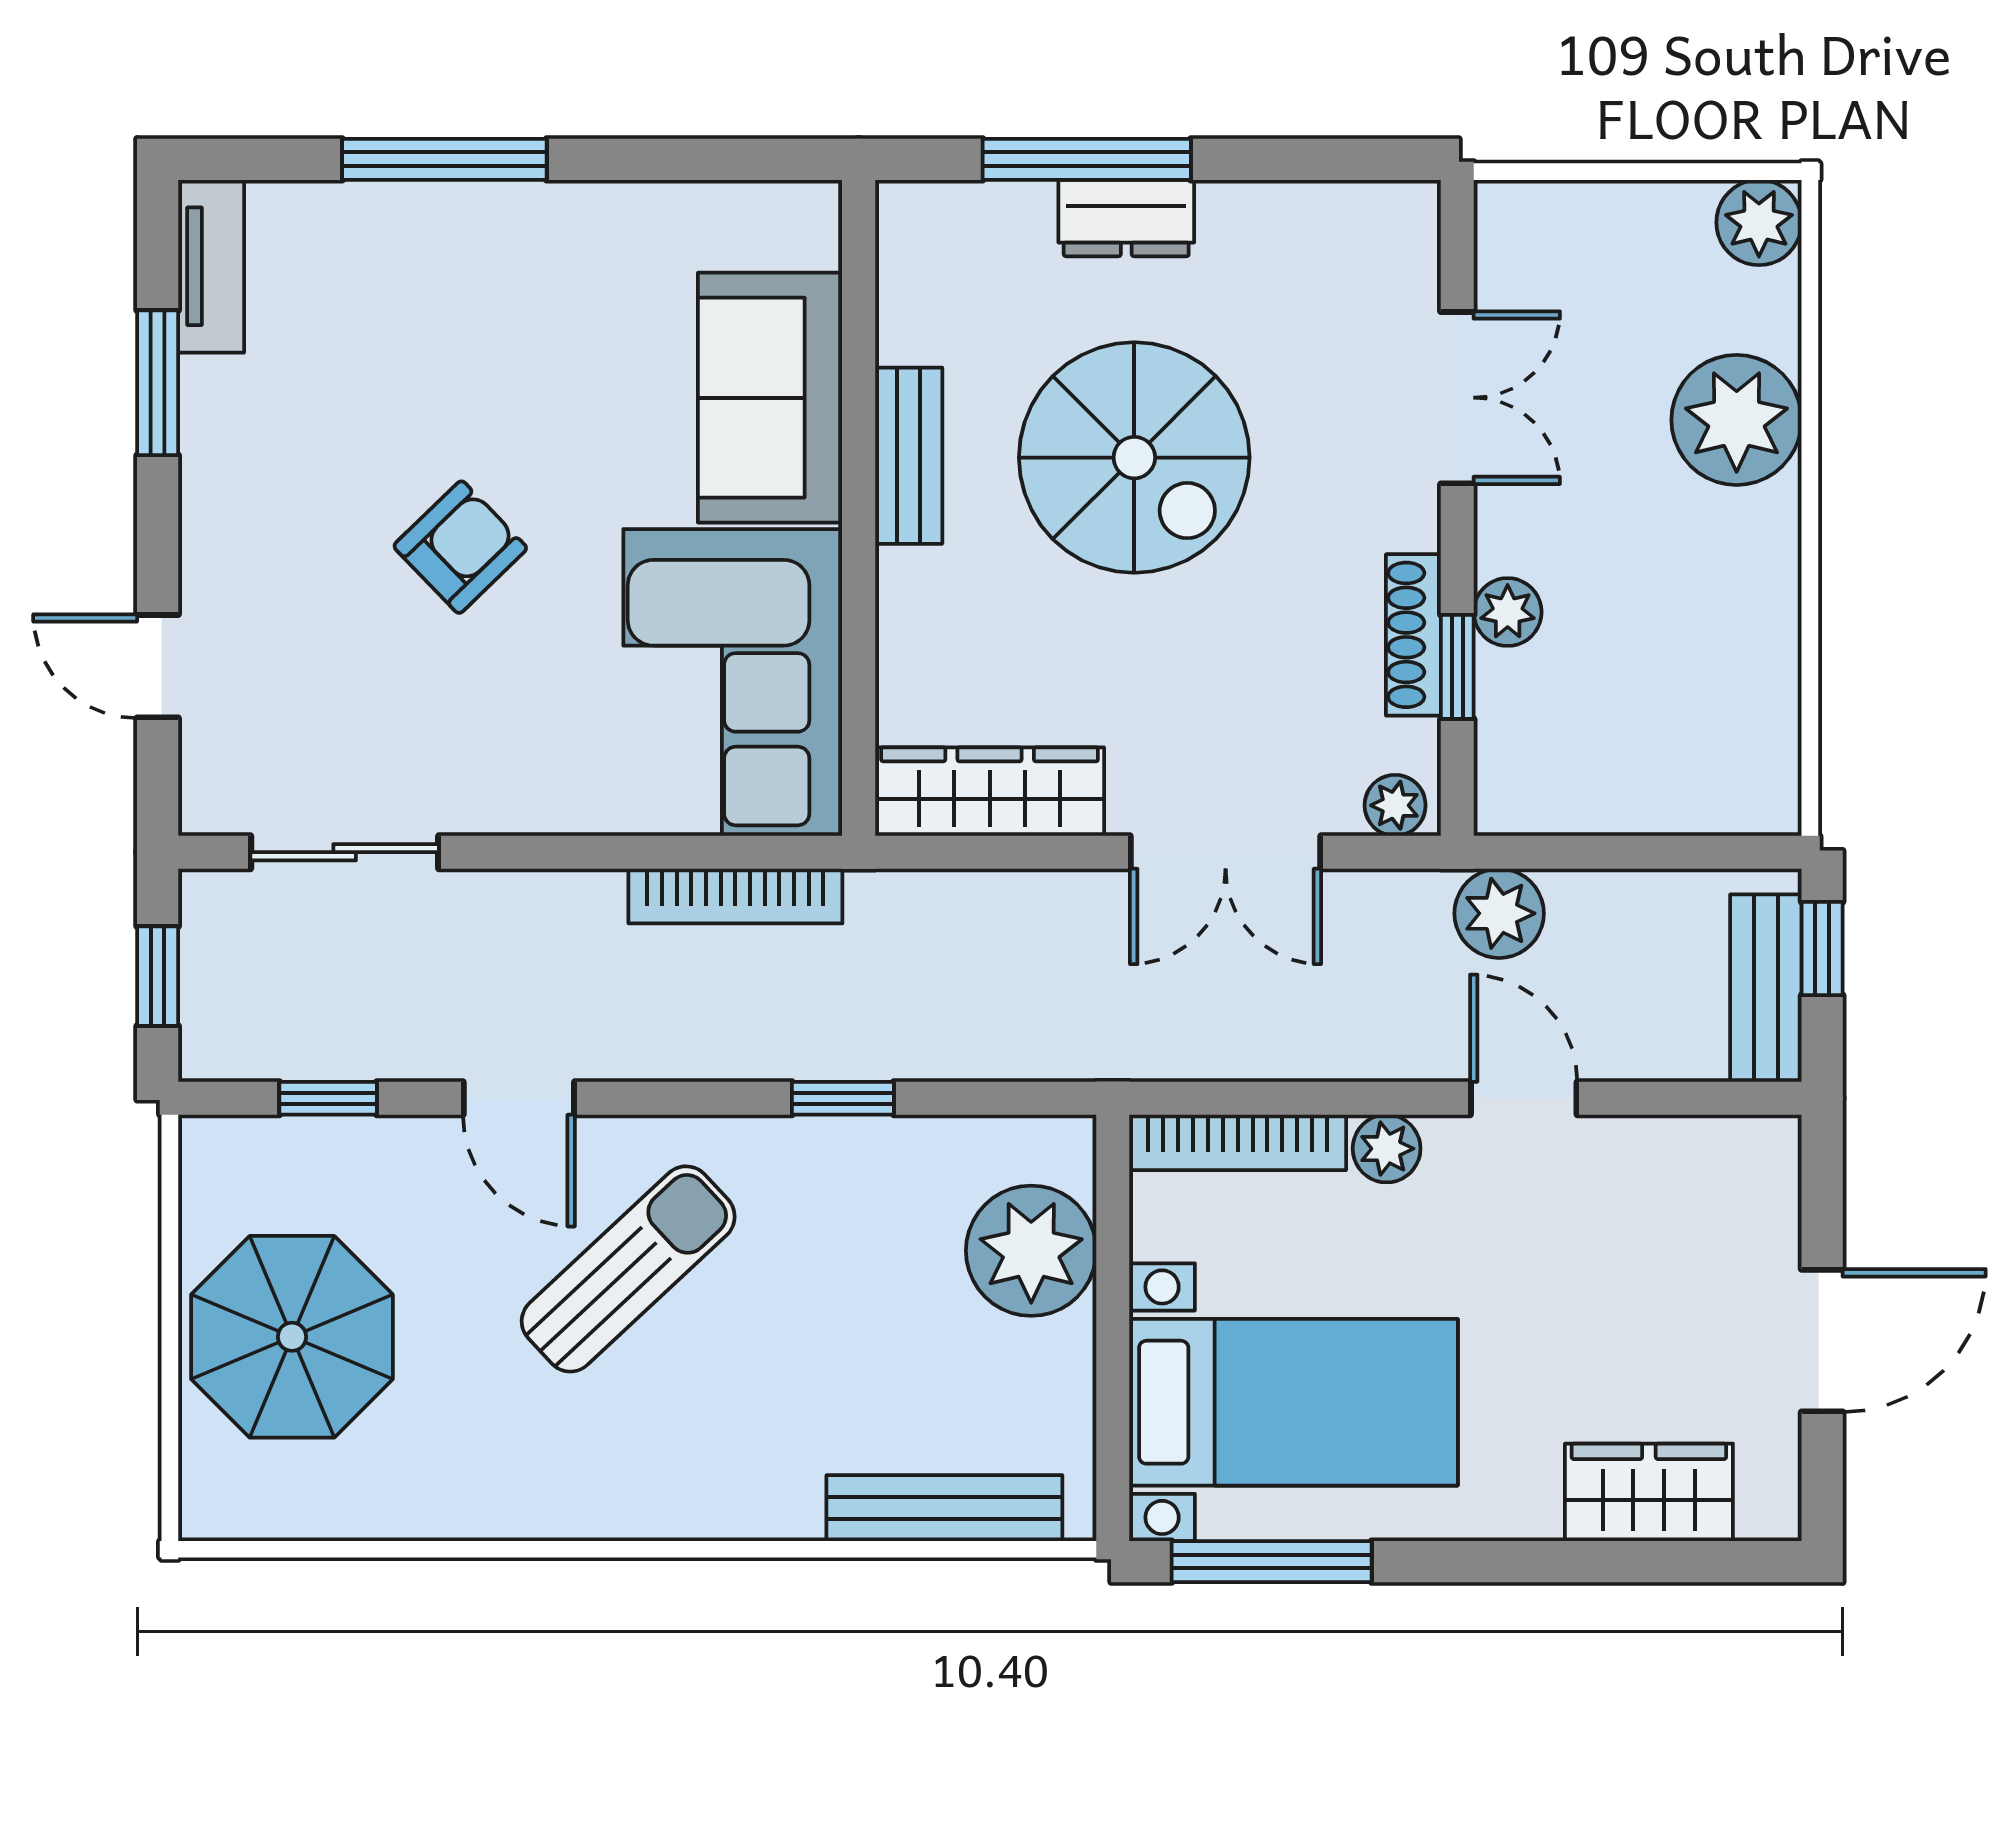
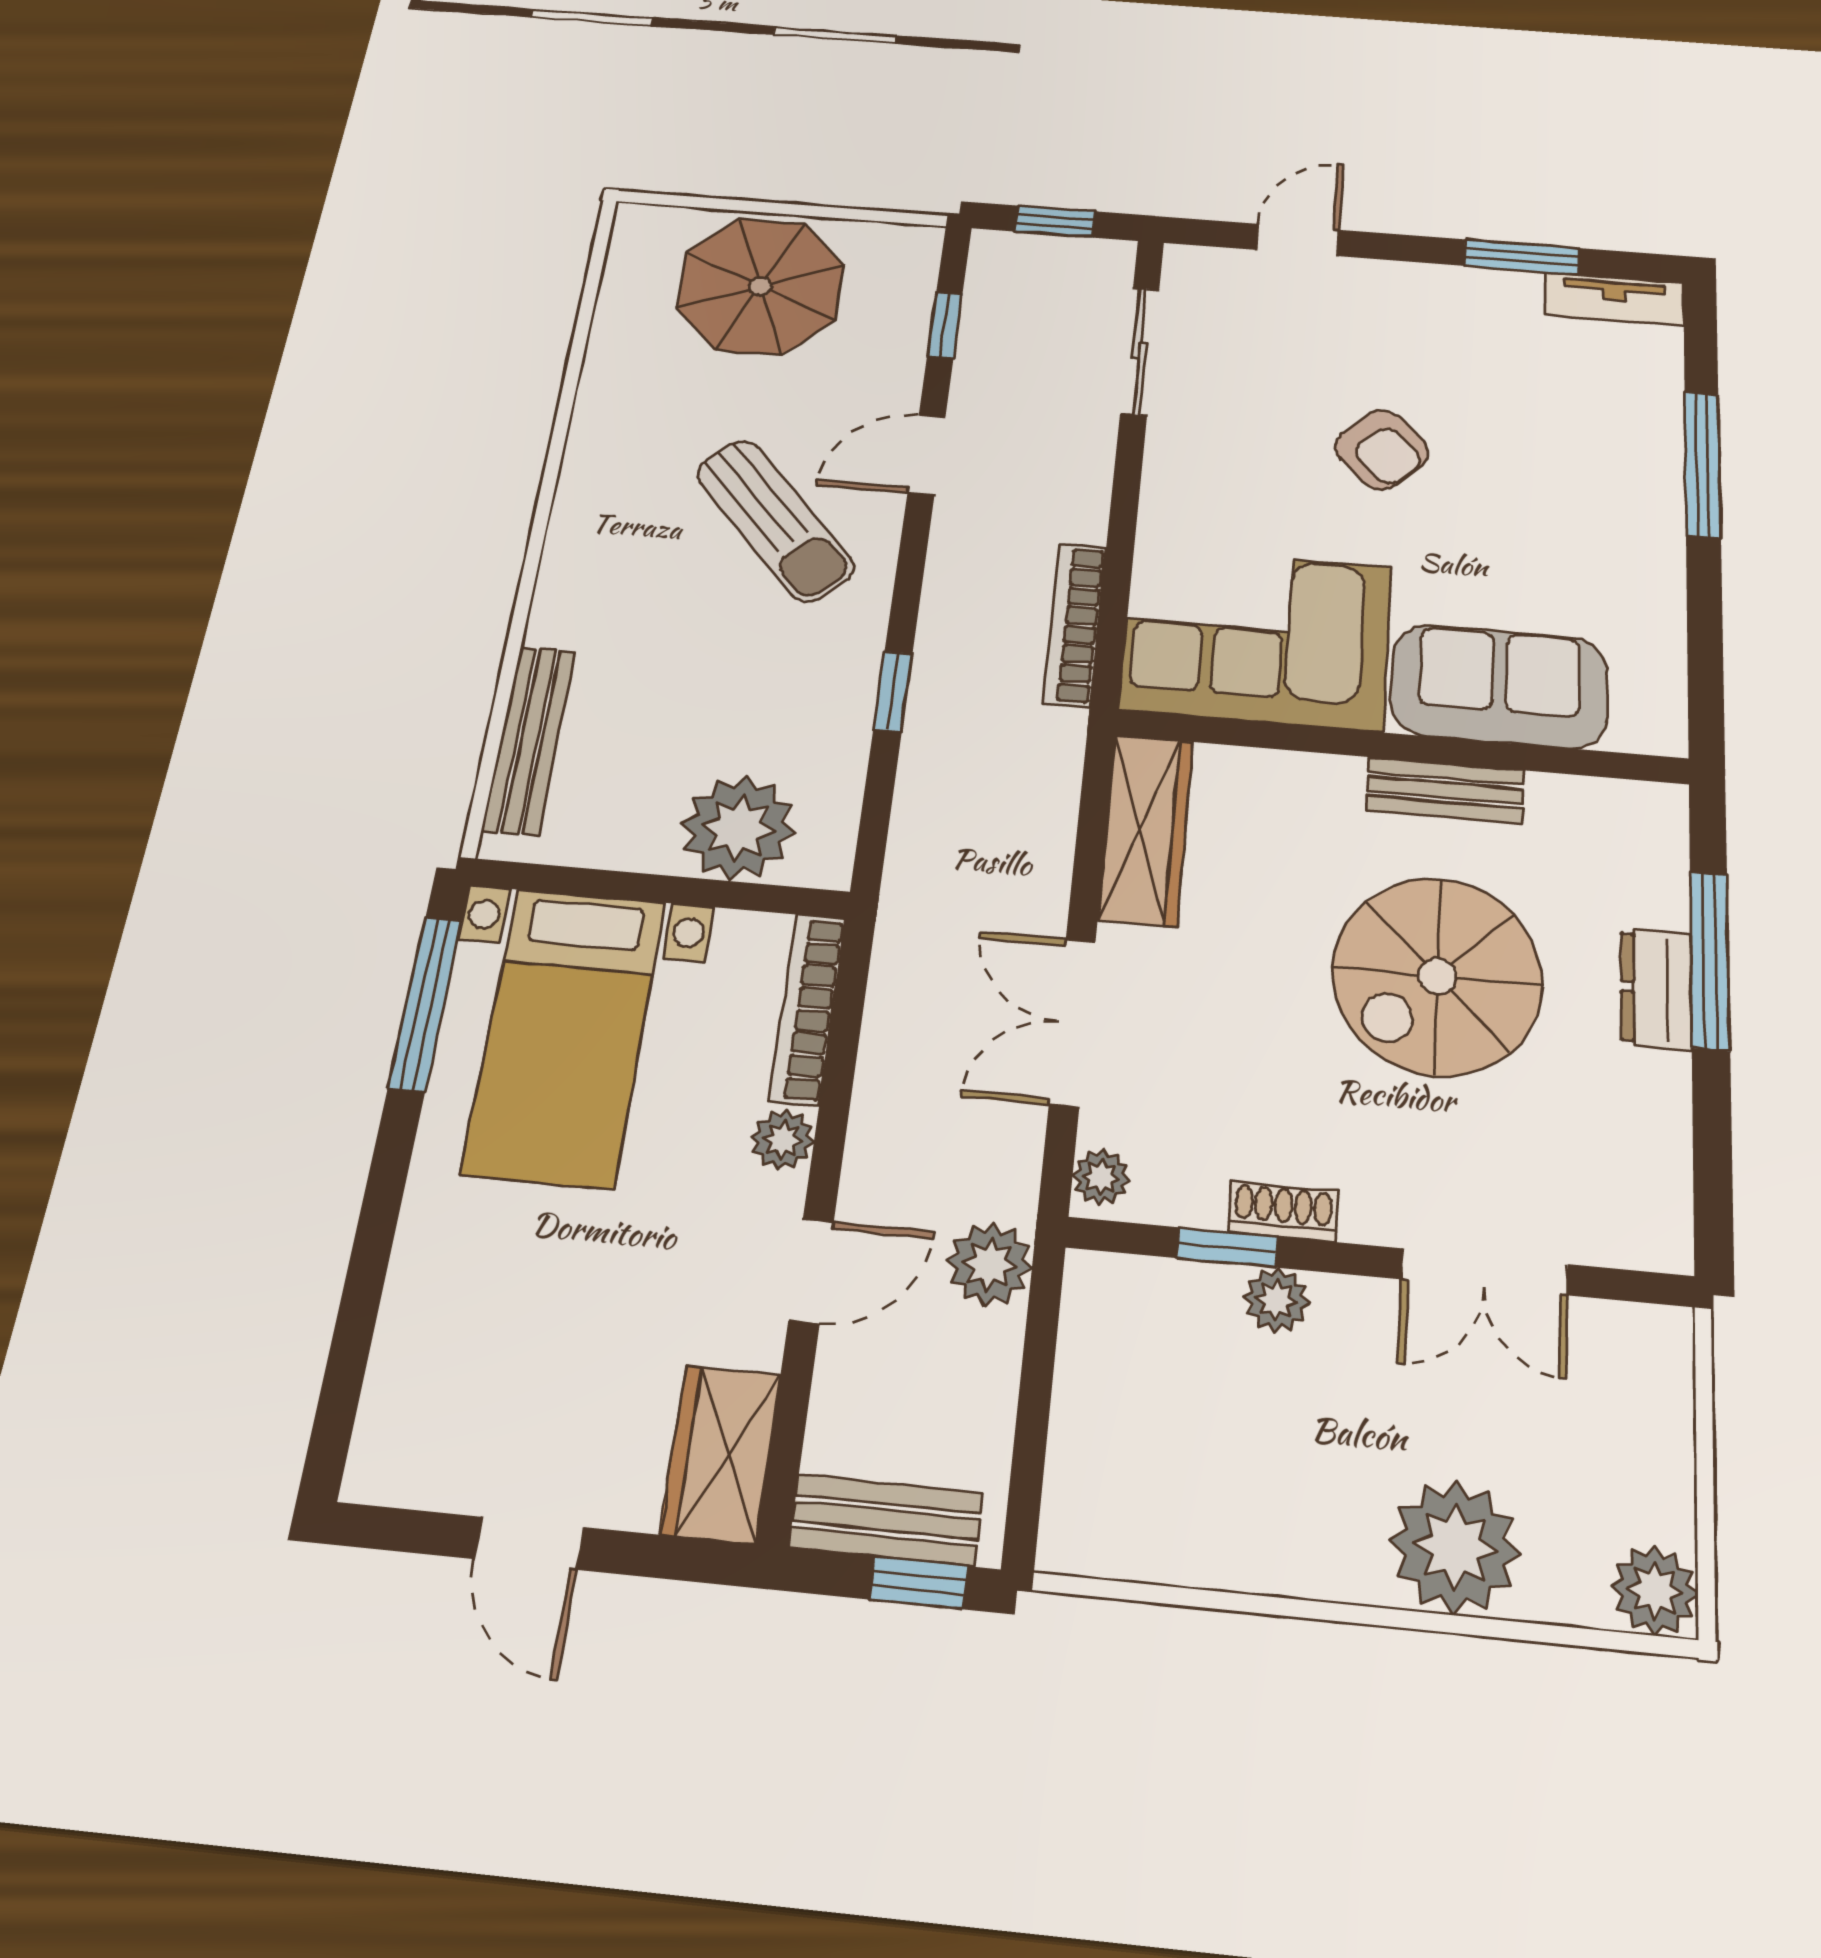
shoe rack: (1413, 635) -> (1283, 1211), width x0.70
door: (1822, 1341) -> (529, 1543), width x0.73
wardrobe: (1649, 1492) -> (721, 1454), moved, turned 180

